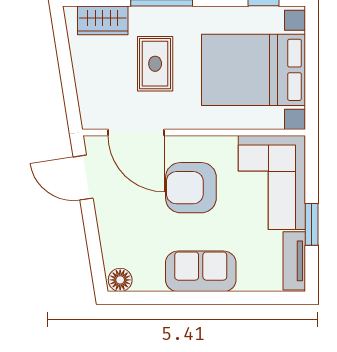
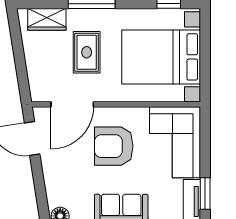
door: (136, 132) -> (72, 104), hinge flipped
window: (312, 224) -> (205, 193), moved

